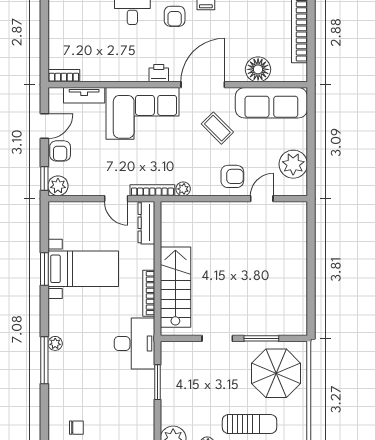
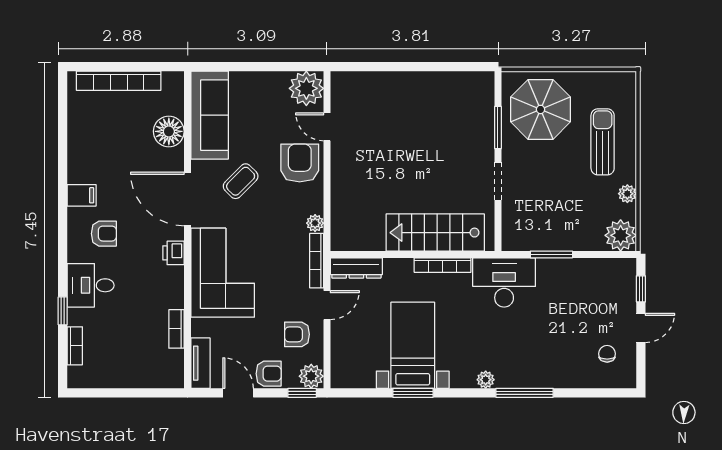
bookcase: (64, 76) -> (176, 329), moved
tv unit: (84, 95) -> (201, 363), moved
plant: (293, 164) -> (306, 88), moved
armchair: (92, 174) -> (297, 334), added
armchair: (232, 176) -> (300, 163), width x1.38, depth x1.38
plant: (55, 343) -> (486, 380), moved

